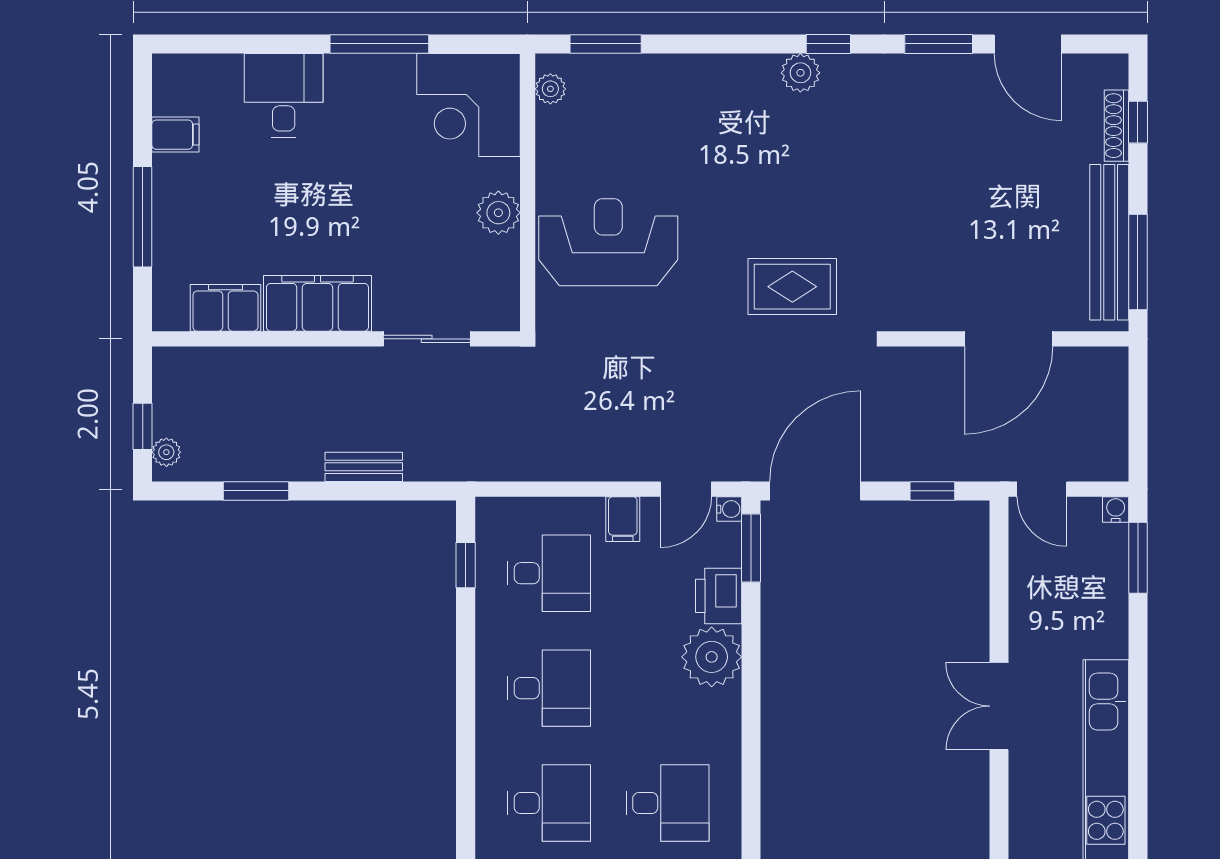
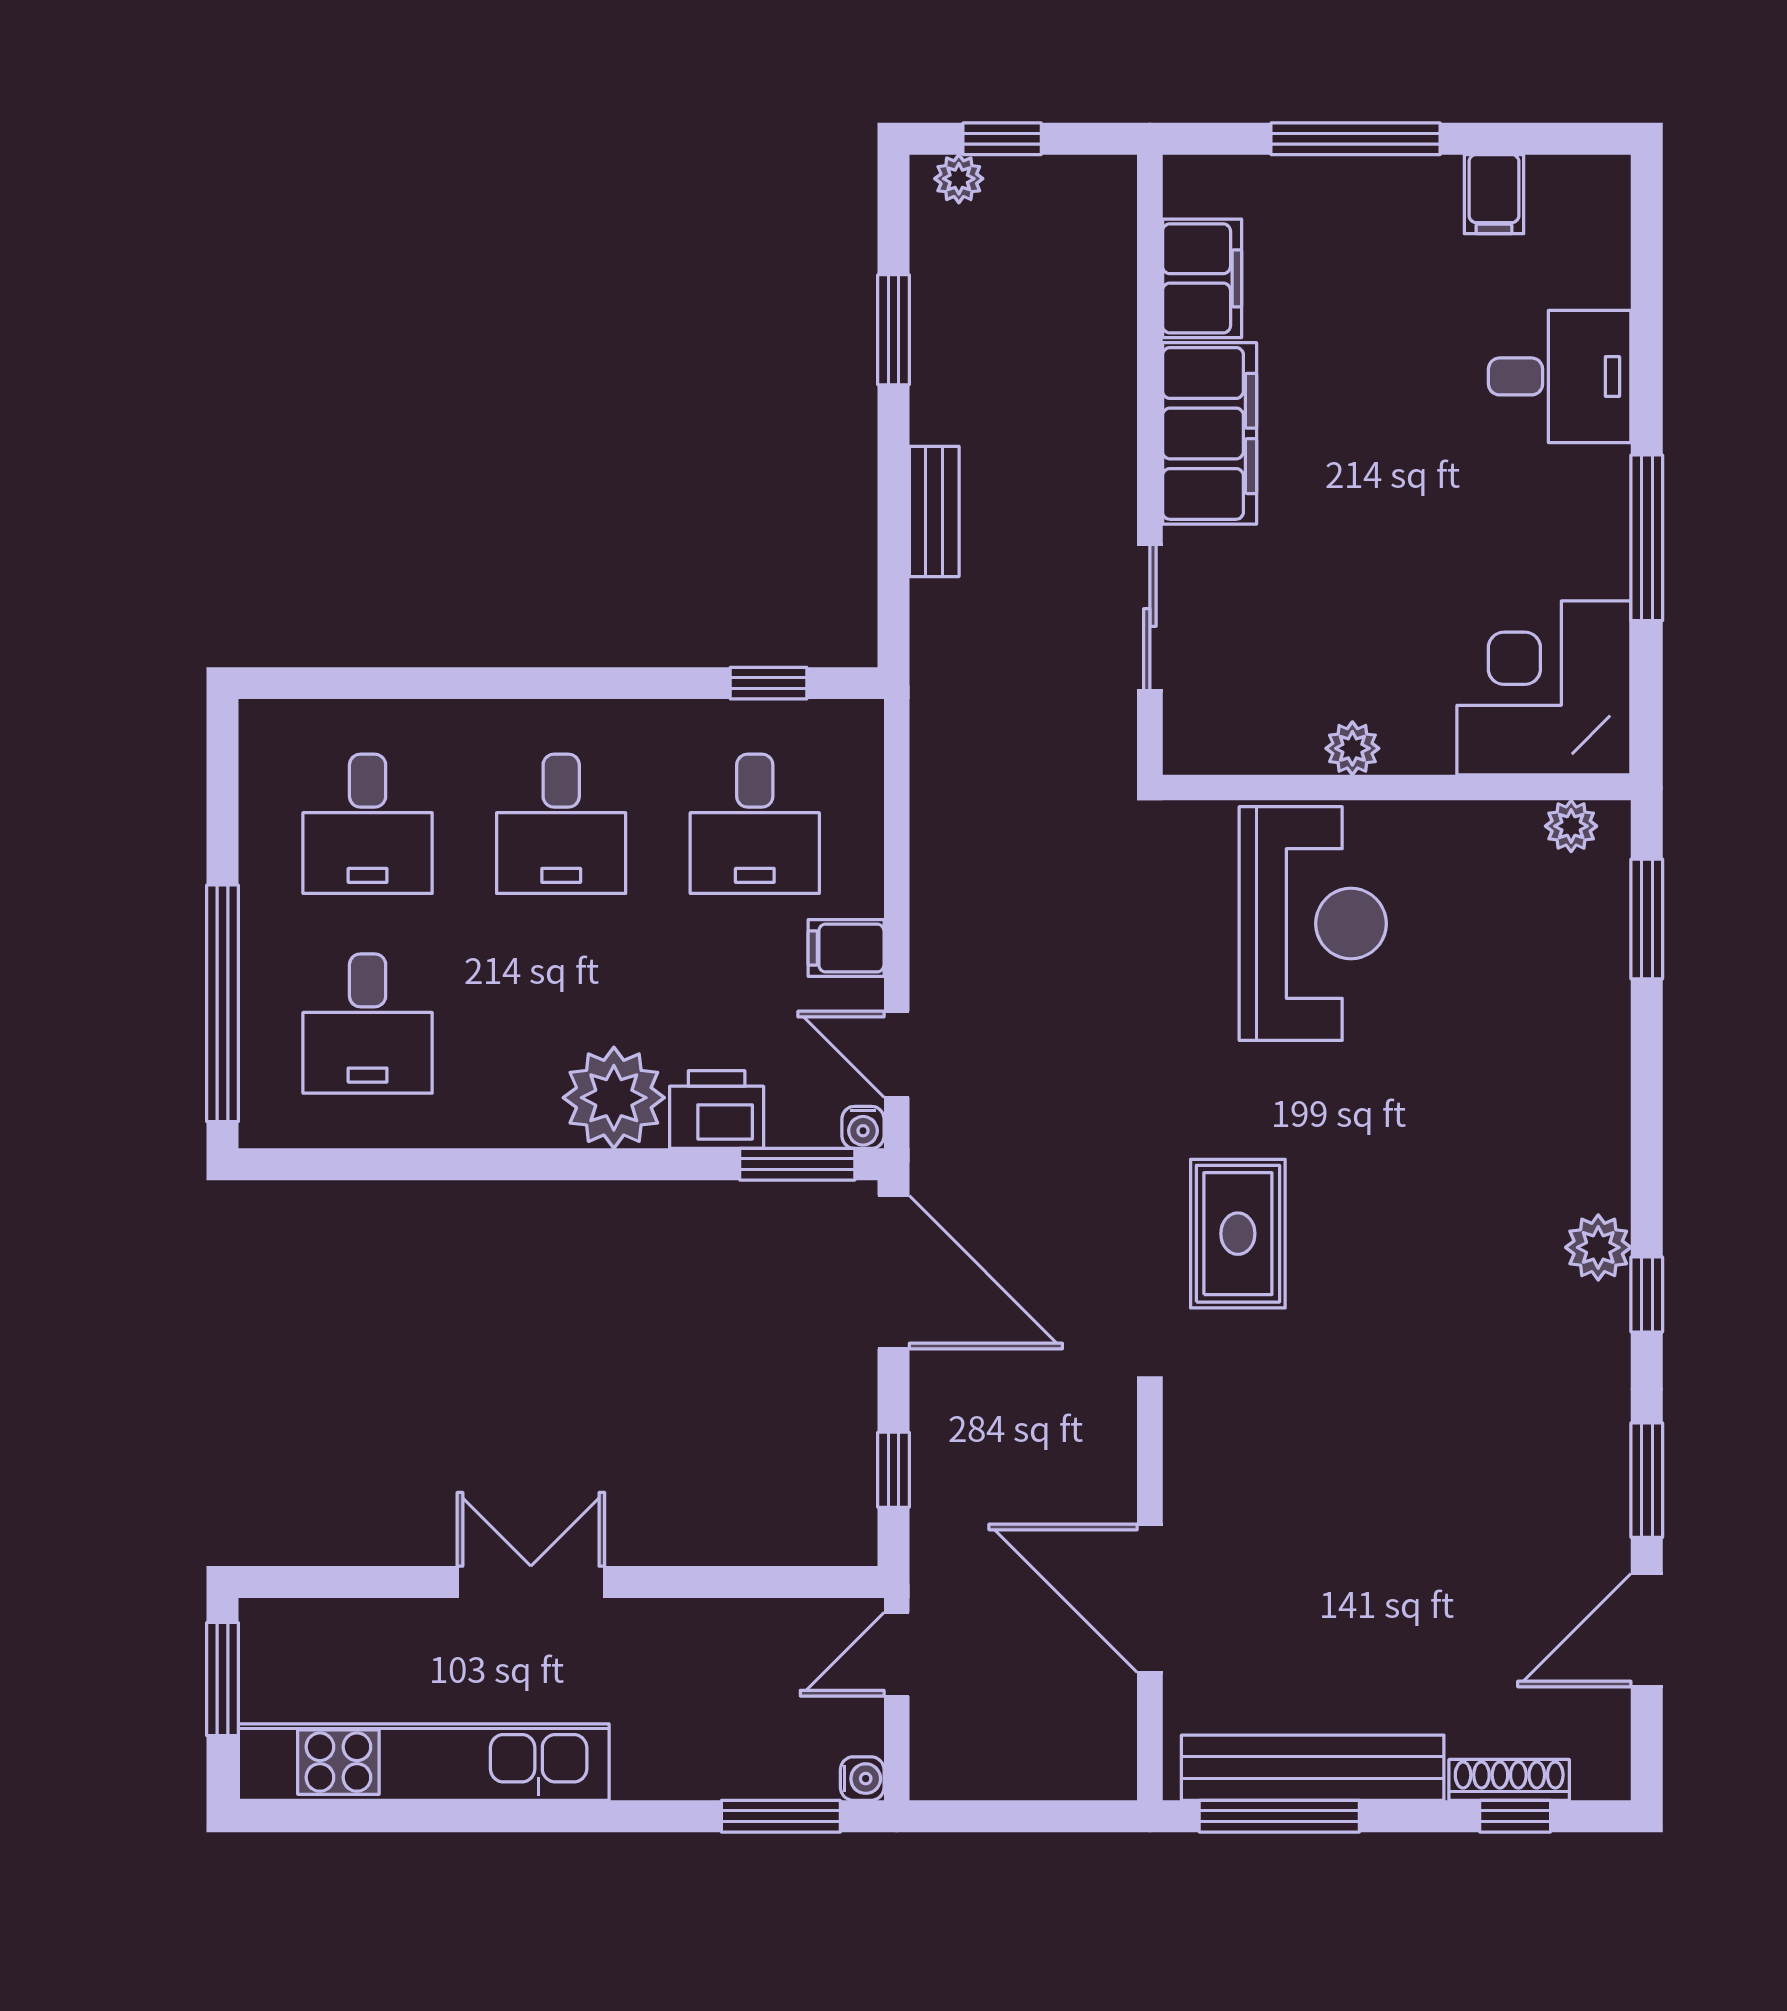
plant: (498, 213) -> (1352, 748), width x0.73, depth x0.73

